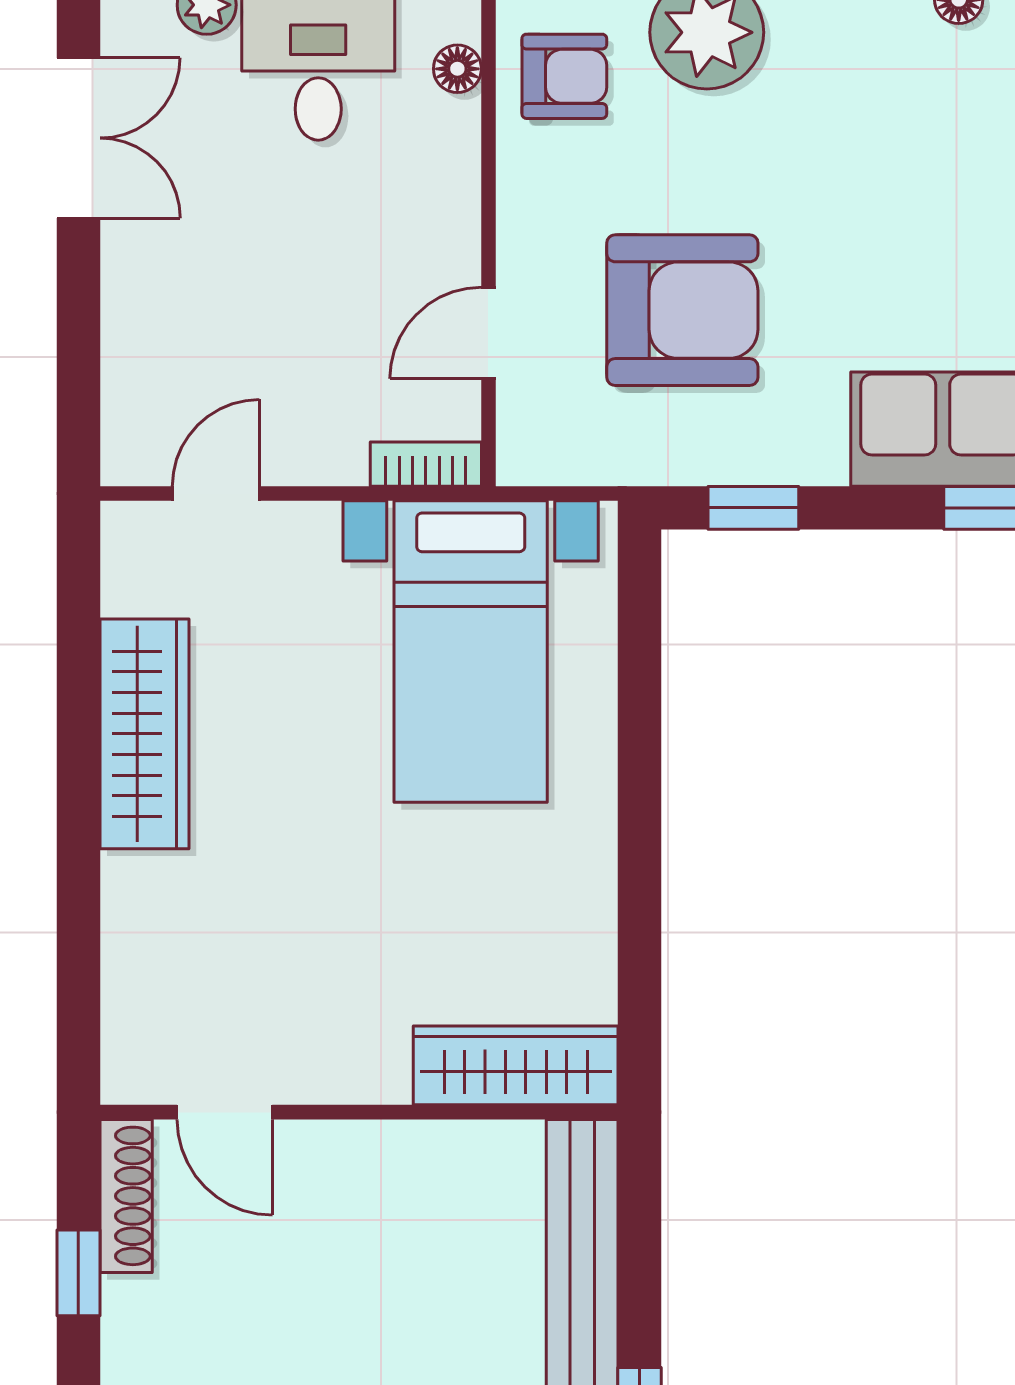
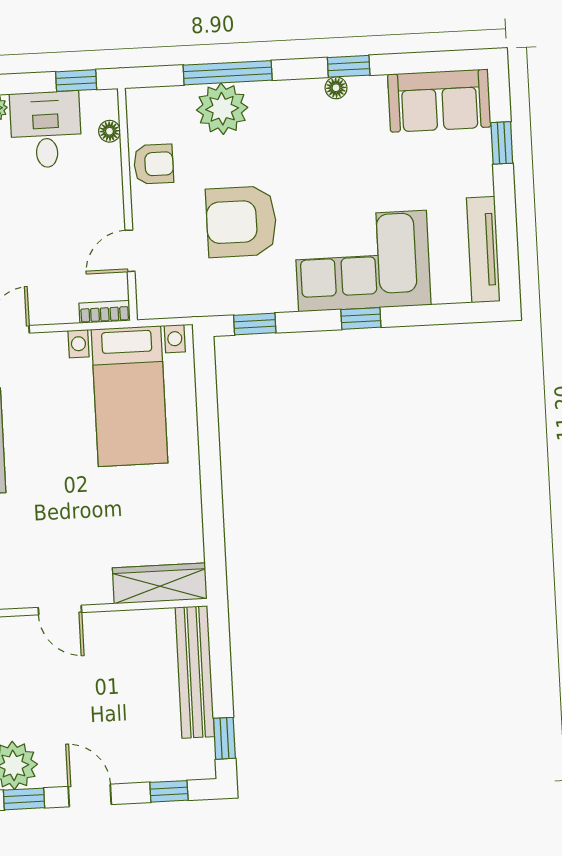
armchair: (564, 76) -> (154, 164), moved
armchair: (682, 310) -> (241, 222), moved, turned 180
door: (225, 1112) -> (60, 610), moved

